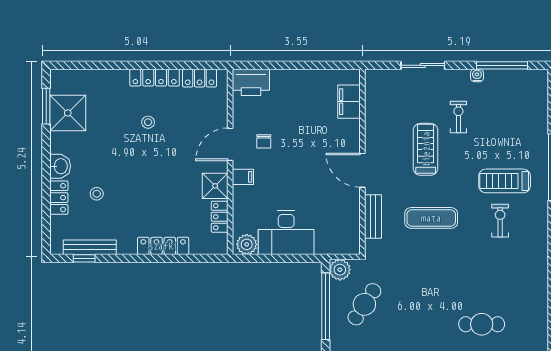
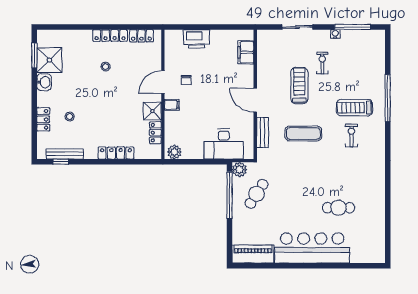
printer: (251, 82) -> (196, 39), moved
washbasin: (60, 166) -> (44, 82), moved
desk: (286, 233) -> (224, 144), moved

